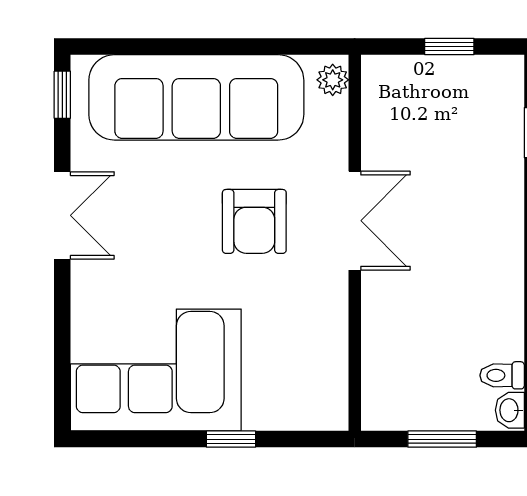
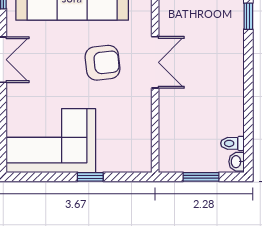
armchair: (254, 221) -> (103, 63), turned -96

